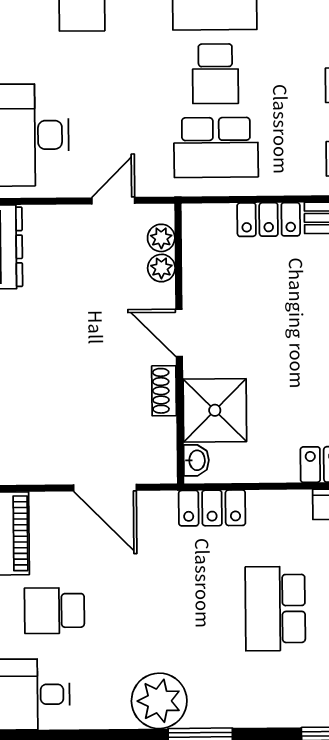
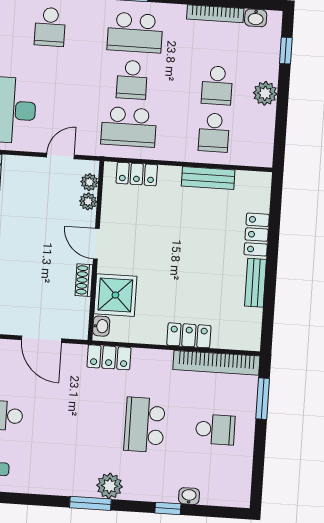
locker: (269, 219) -> (137, 174), moved
plant: (159, 701) -> (110, 486), moved, width x0.73, depth x0.73

